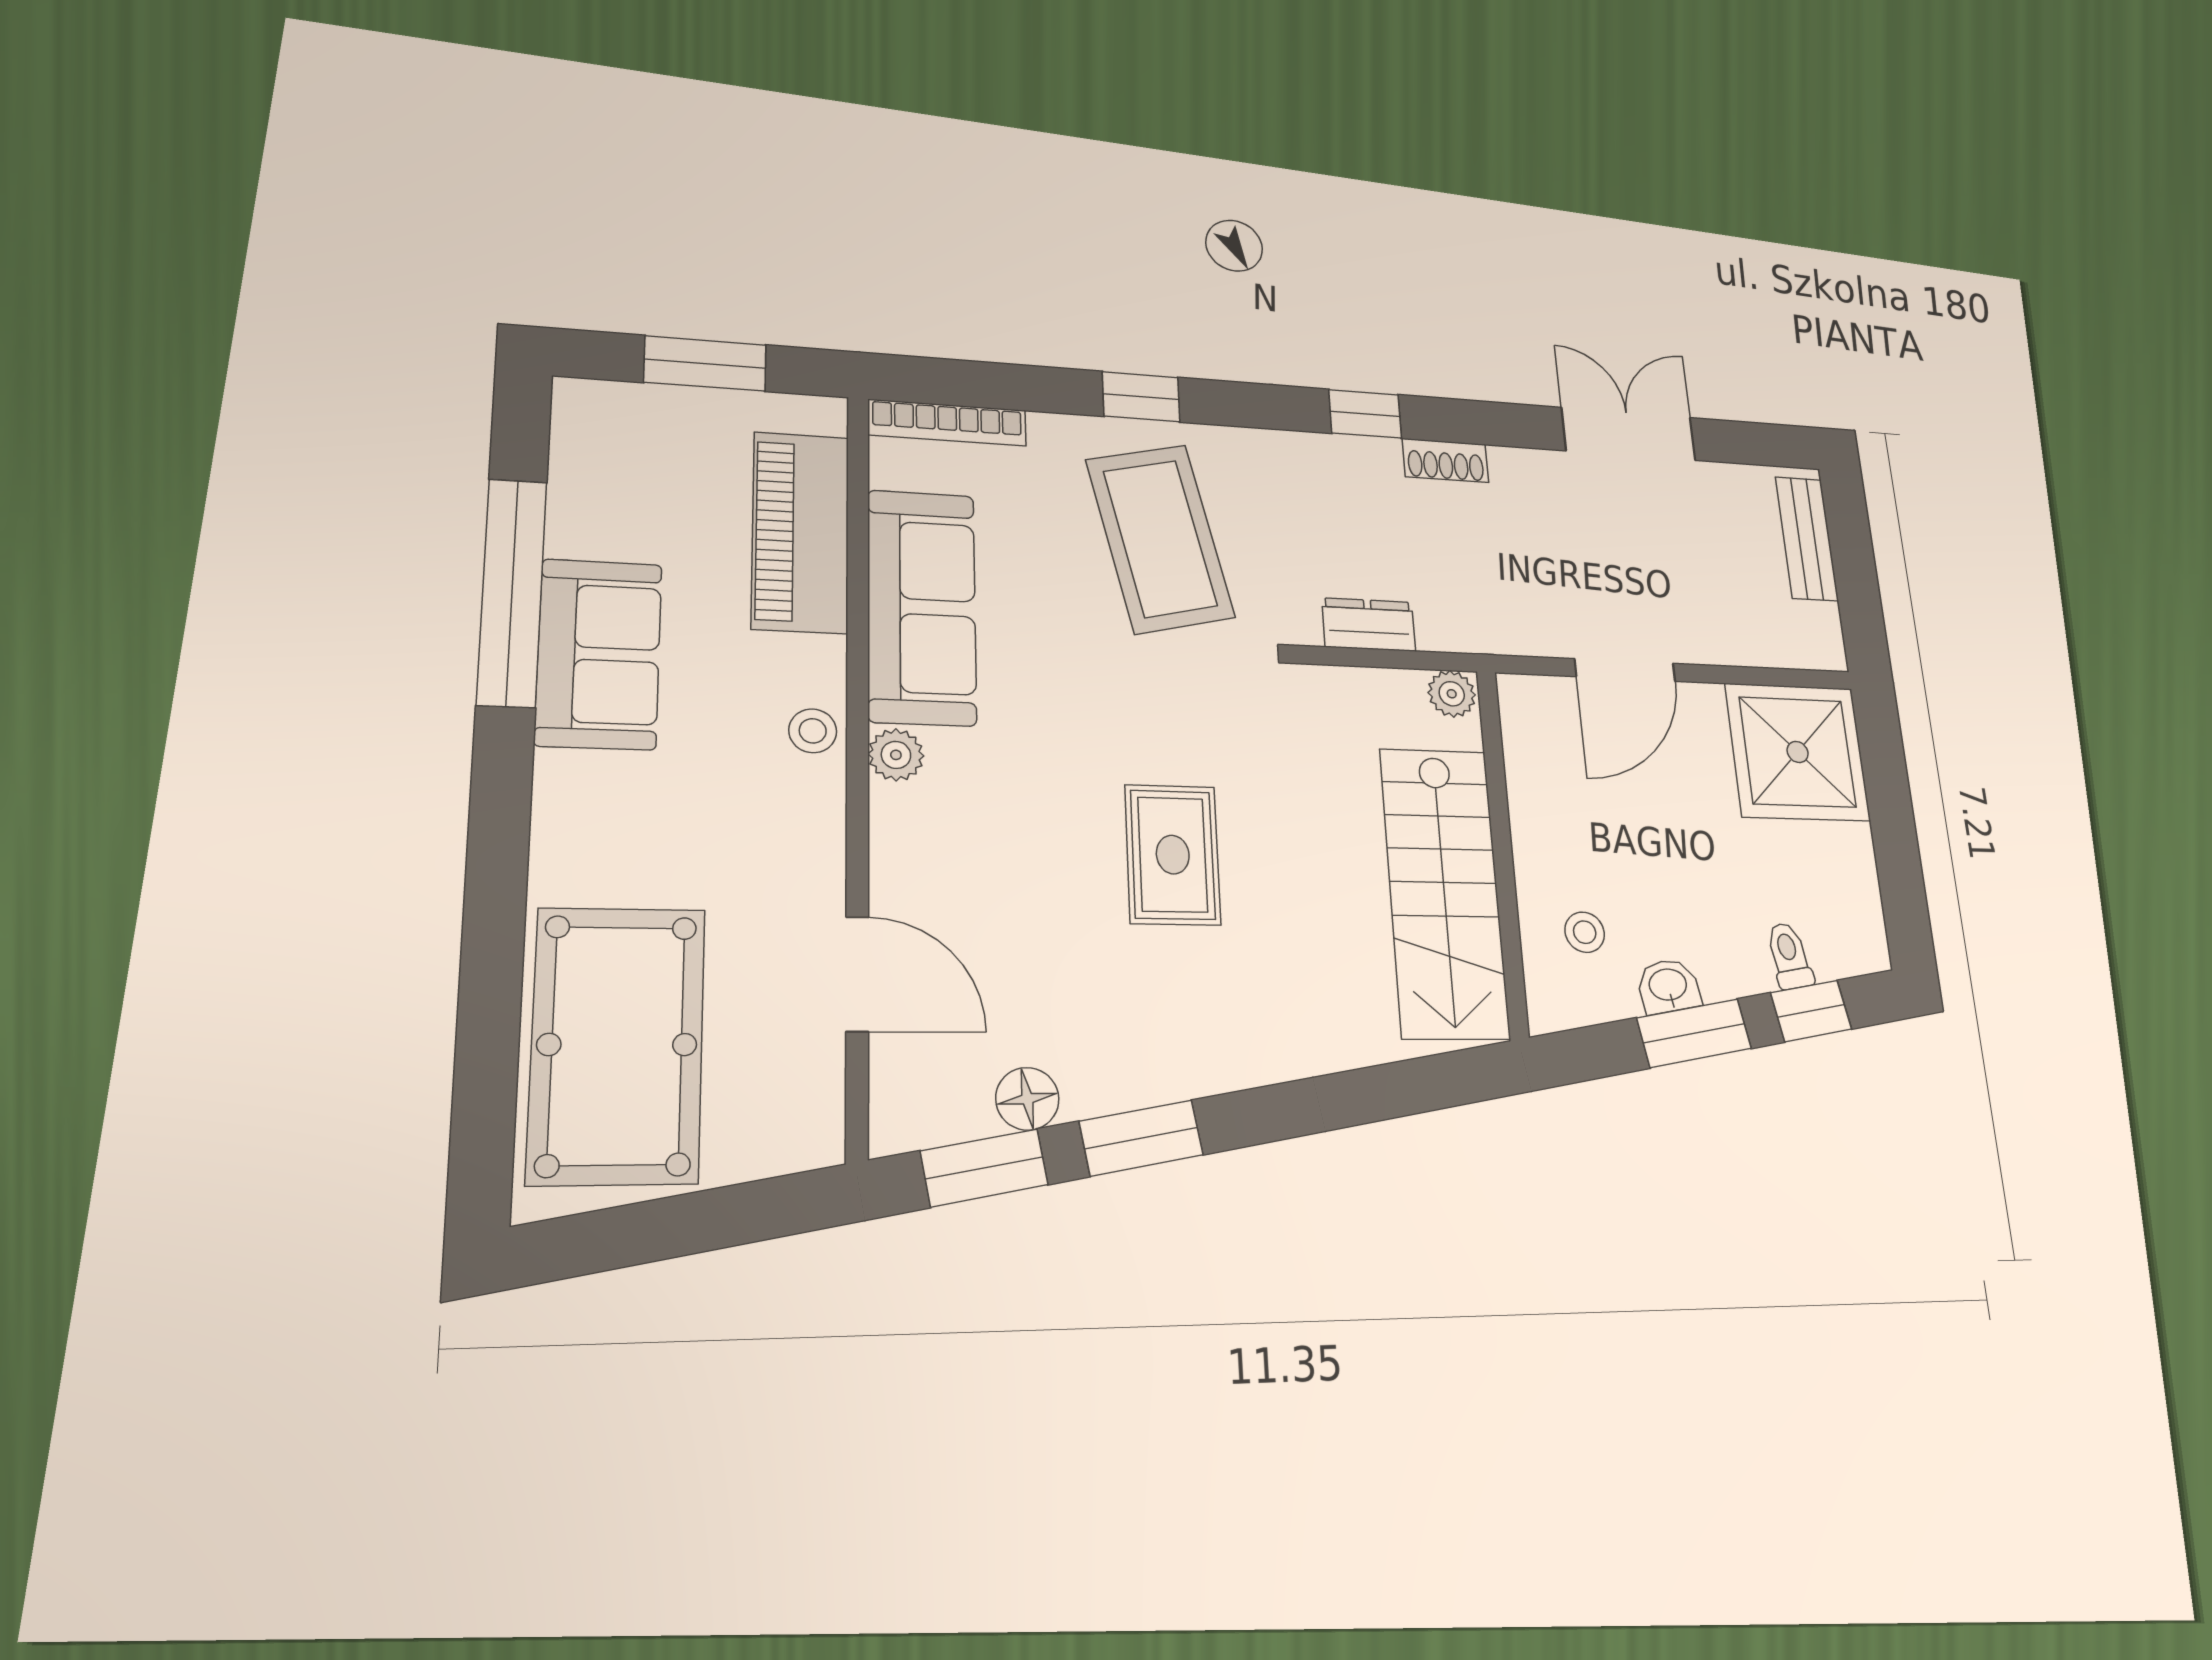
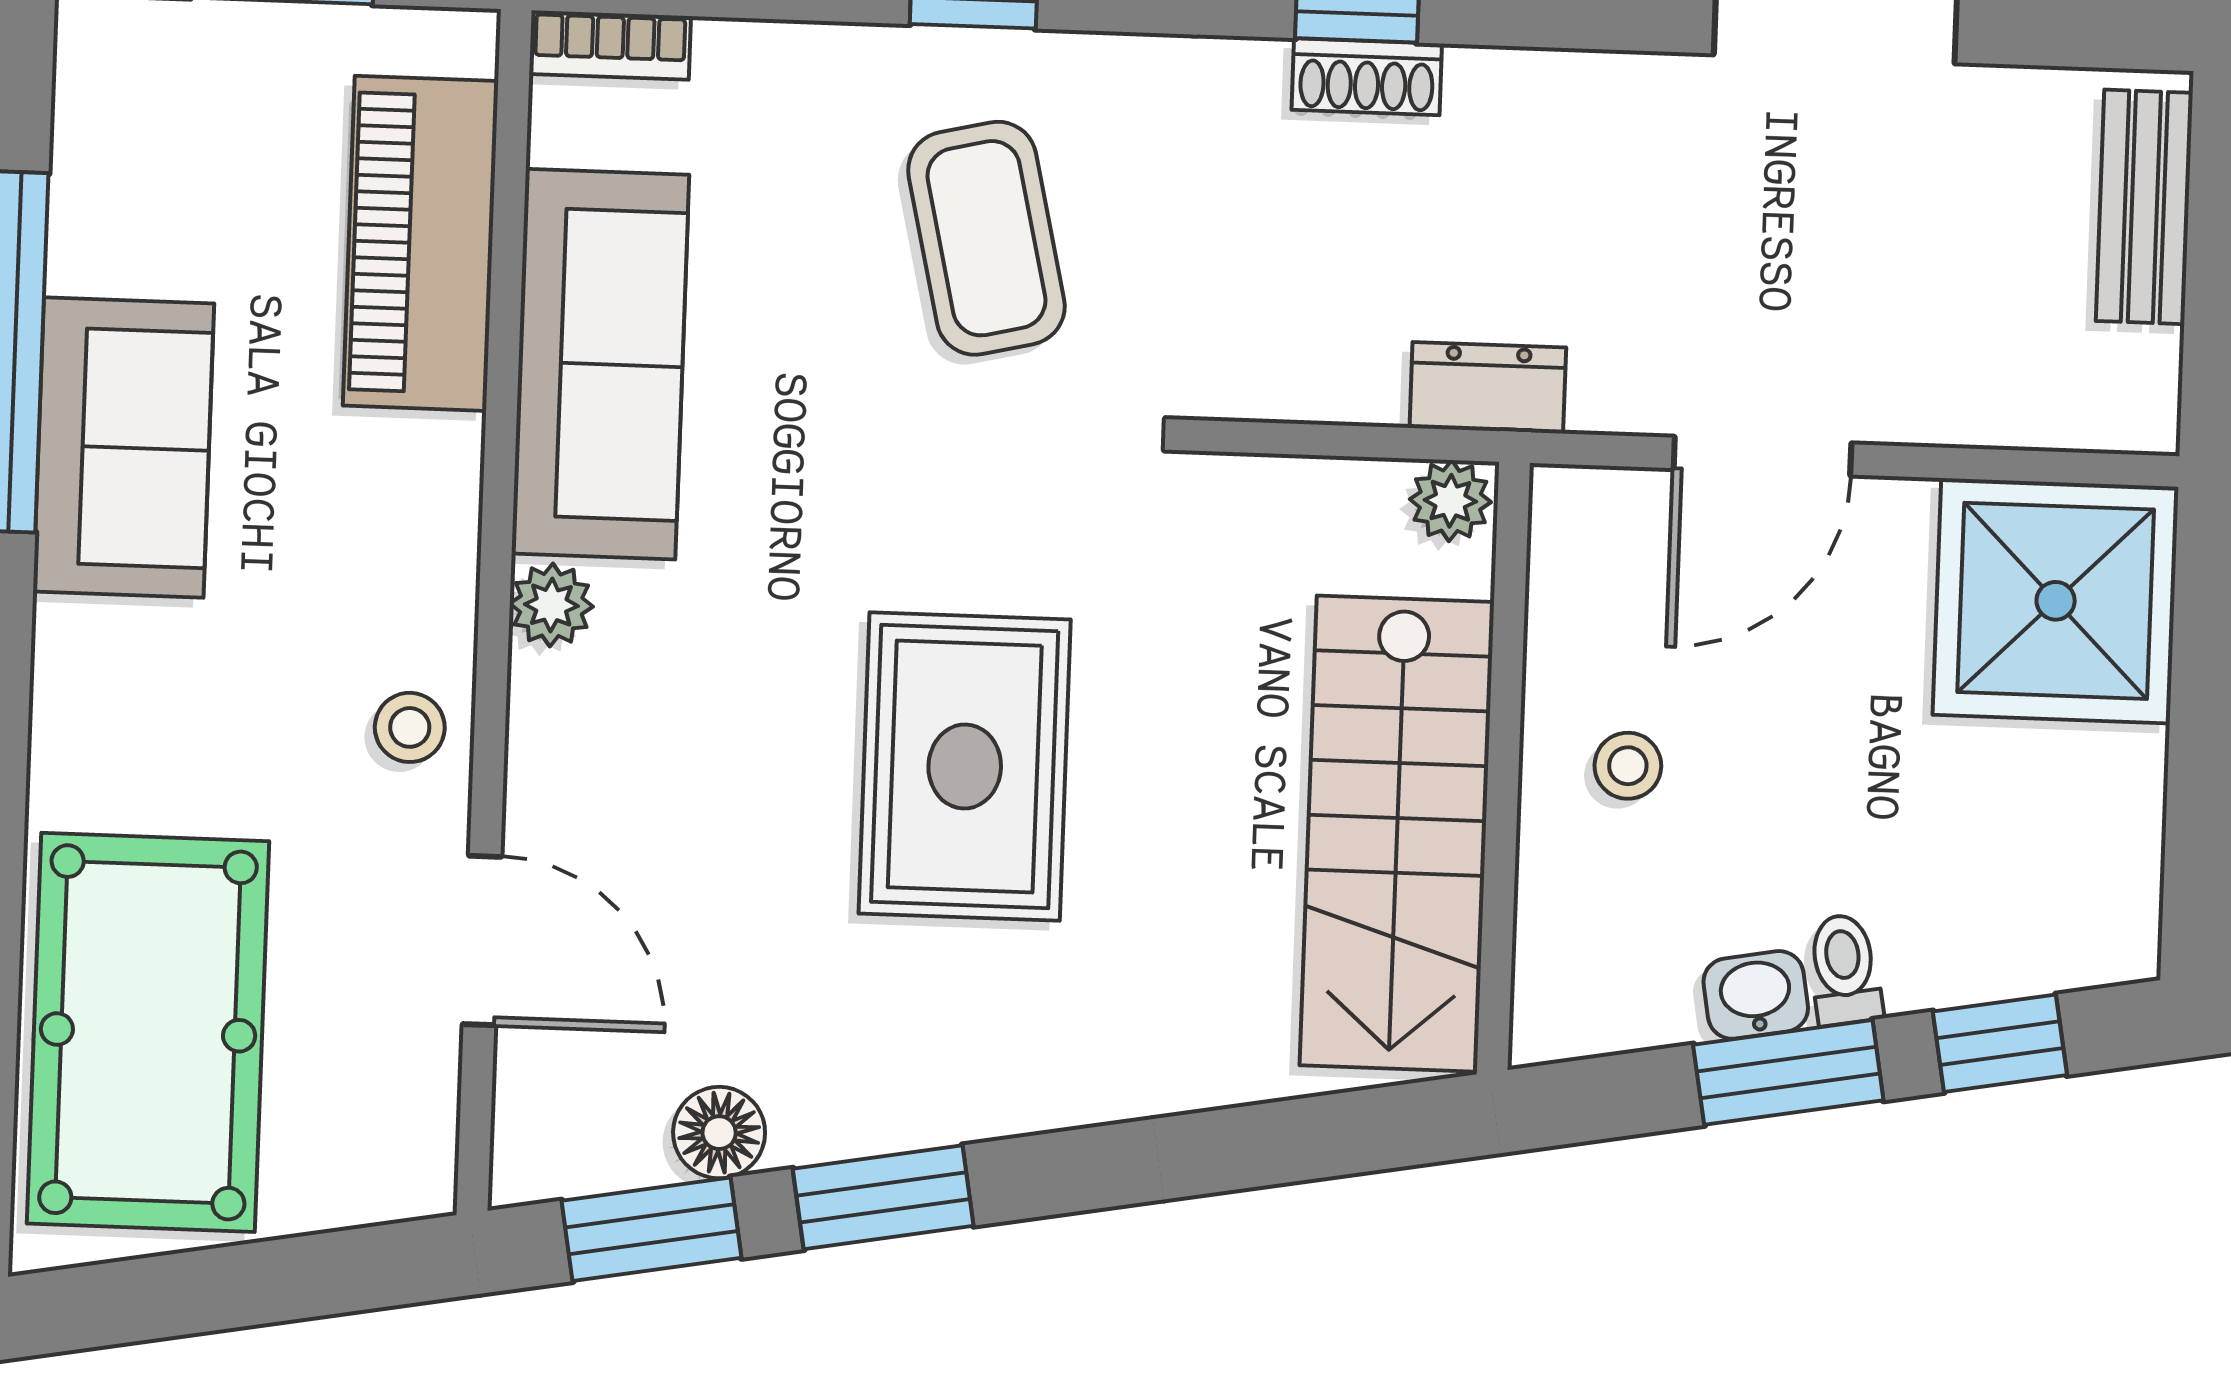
bookcase: (947, 423) -> (610, 45), width x0.64
shoe rack: (1445, 460) -> (1367, 77), moved
coffee table: (1160, 538) -> (986, 238), width x0.73, depth x0.76
dresser: (1369, 625) -> (1488, 388), moved
stool: (813, 731) -> (410, 727), moved
rug: (1173, 855) -> (965, 766), width x1.36, depth x1.43
stool: (1585, 932) -> (1628, 766), moved
toilet: (1789, 956) -> (1844, 969), moved

